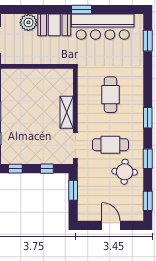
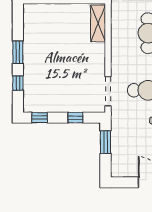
shelving: (67, 112) -> (98, 23), moved

